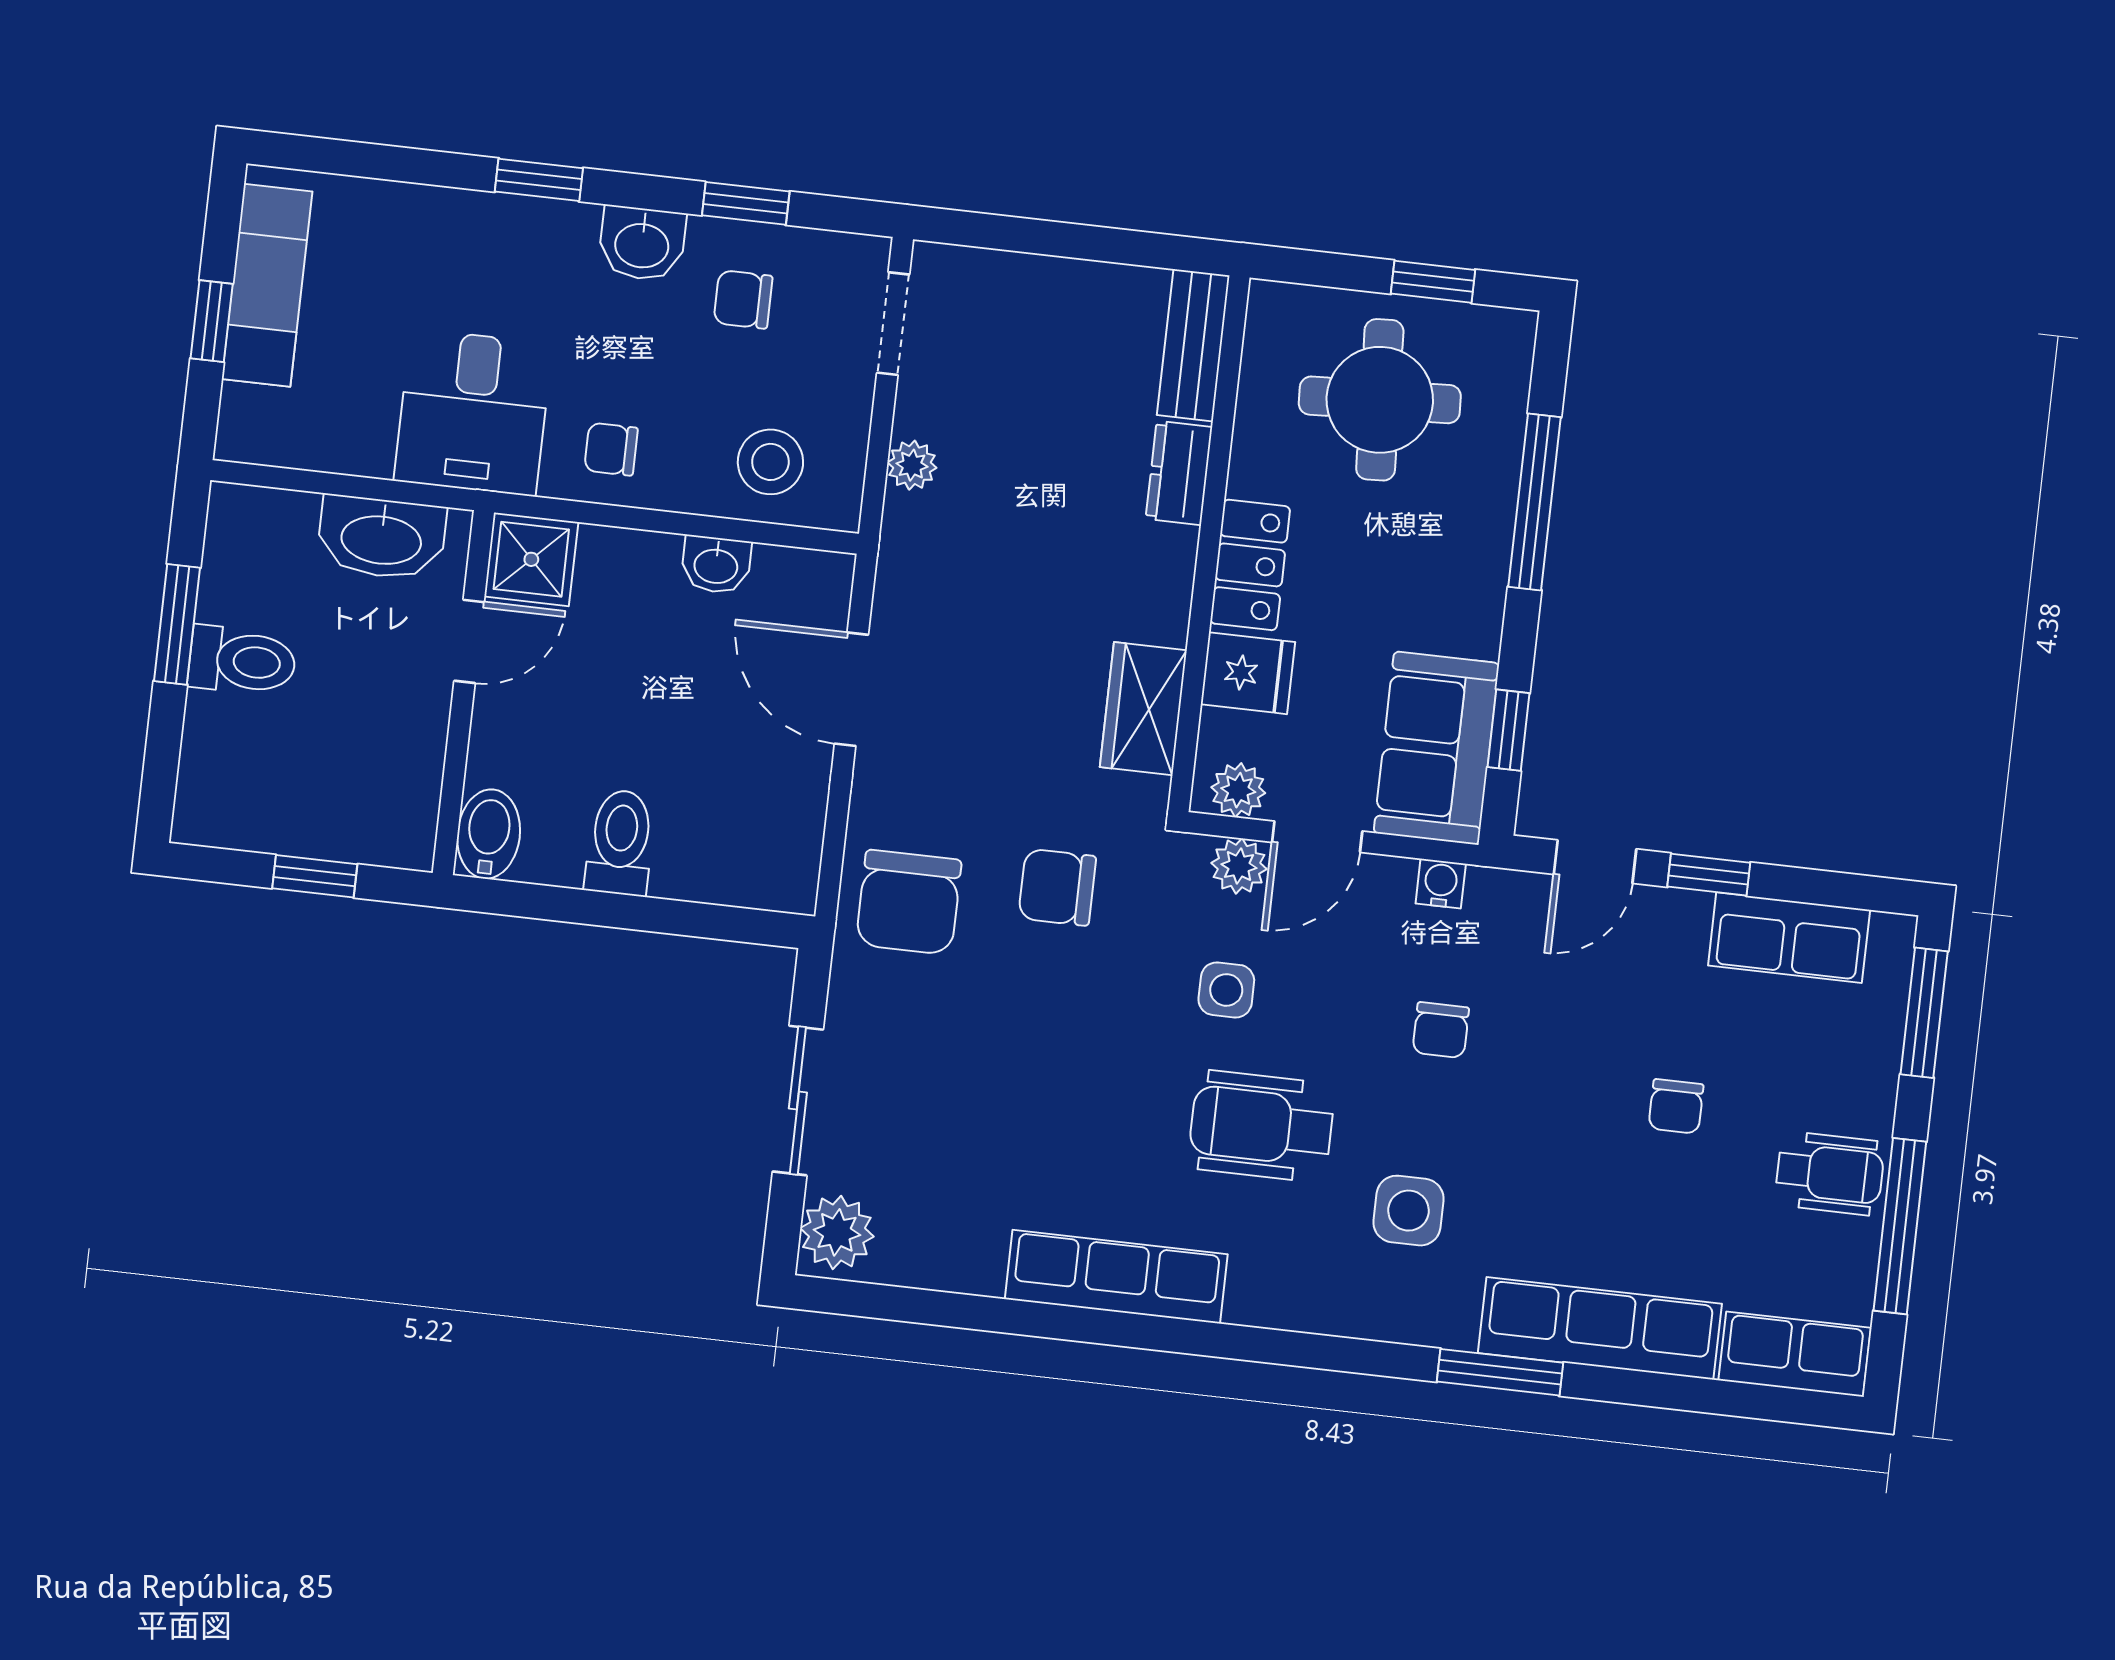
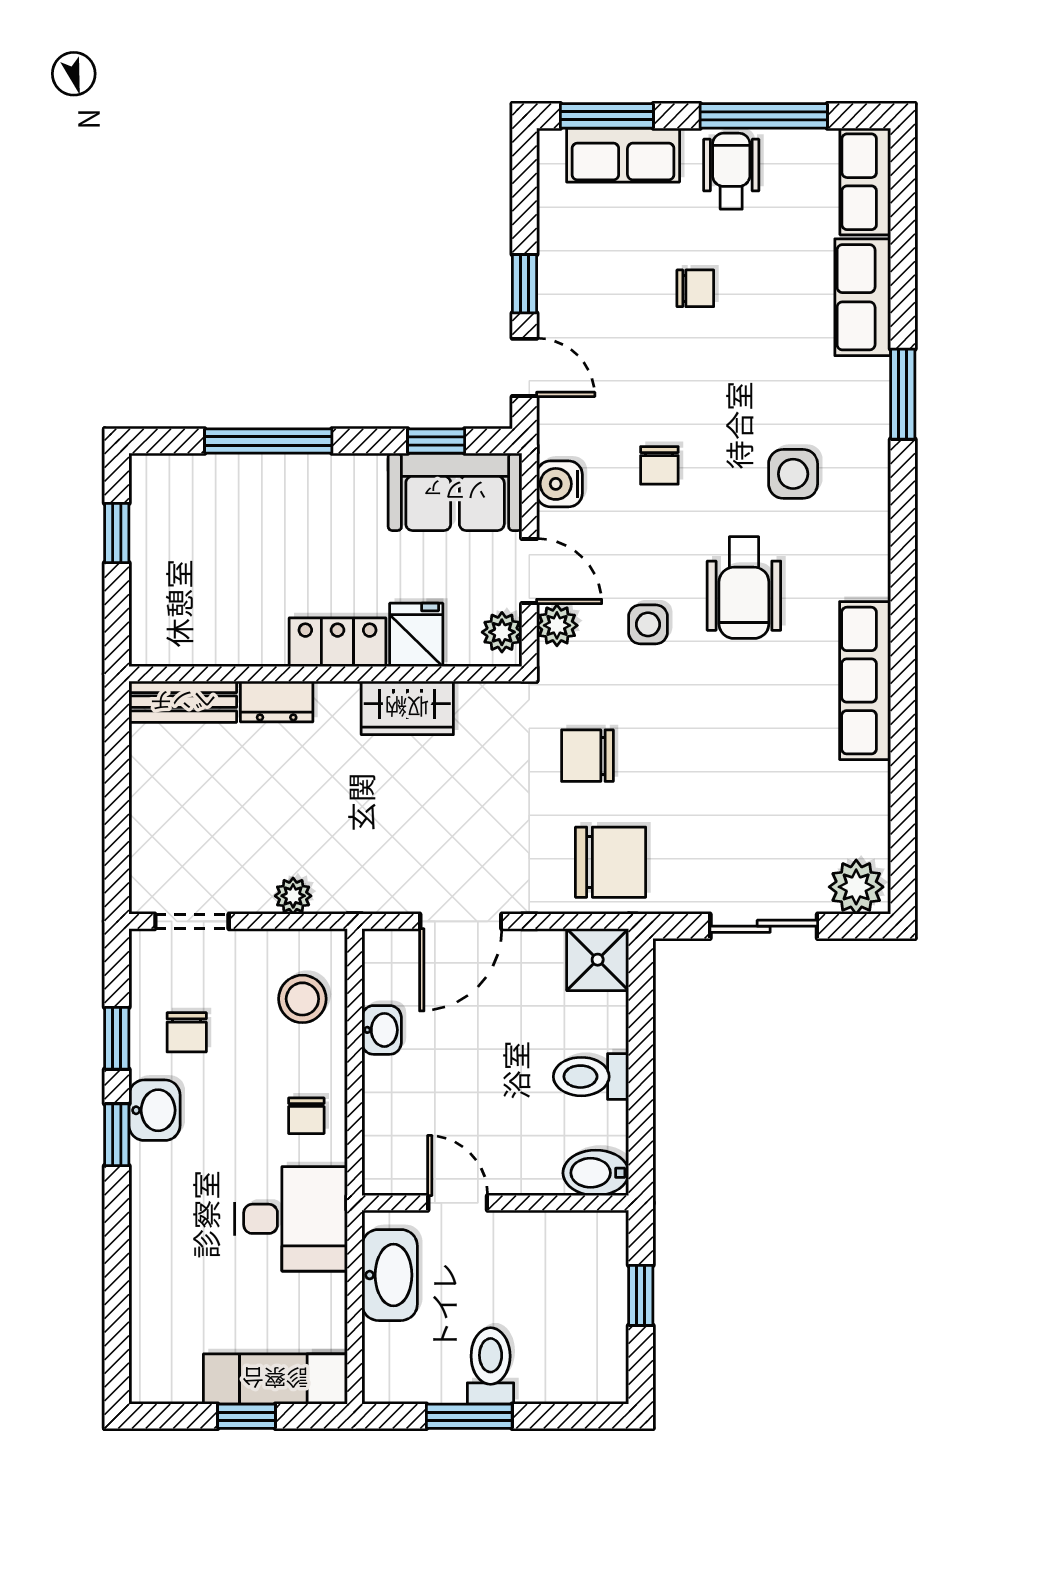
window: (539, 180) -> (117, 1135), moved
exam couch: (267, 285) -> (275, 1379), moved
round table: (1380, 400) -> (207, 562), removed
shower: (531, 559) -> (598, 960), moved
wardrobe: (1143, 709) -> (407, 708), moved
water cooler: (1441, 884) -> (559, 484), width x1.38, depth x1.38
chair: (1057, 887) -> (587, 756), turned 90
row of seats: (1789, 938) -> (623, 155), moved, turned 90
chair: (1441, 1030) -> (659, 465), turned 90
row of seats: (1600, 1328) -> (863, 297), width x0.68

